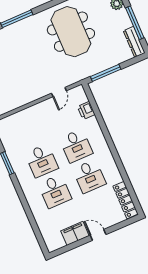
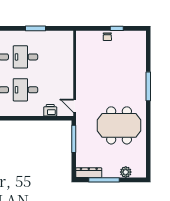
door: (59, 92) -> (75, 106), moved

